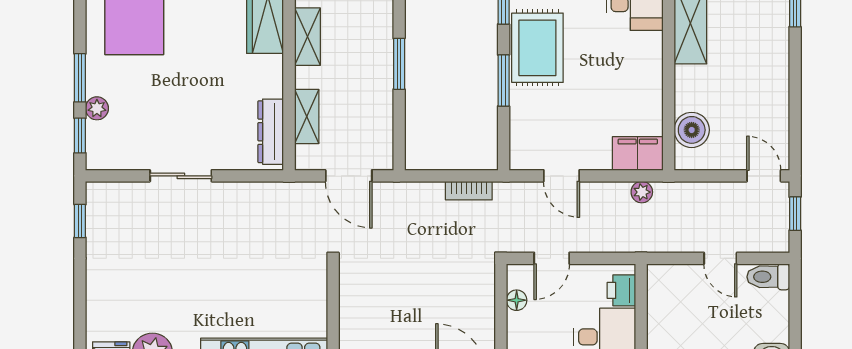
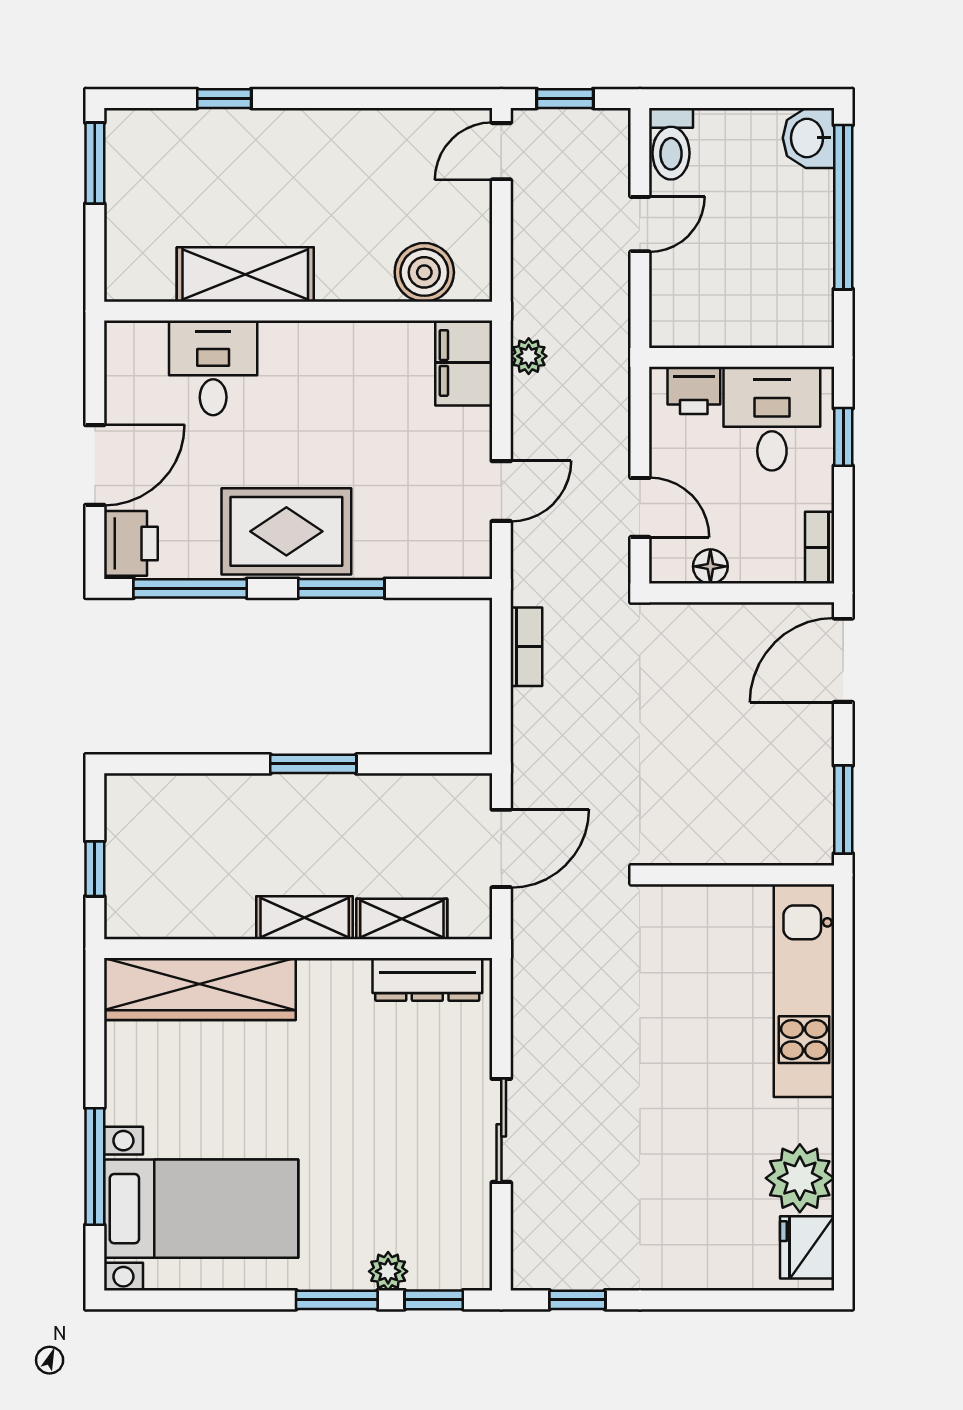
shelving: (307, 37) -> (305, 918), moved

